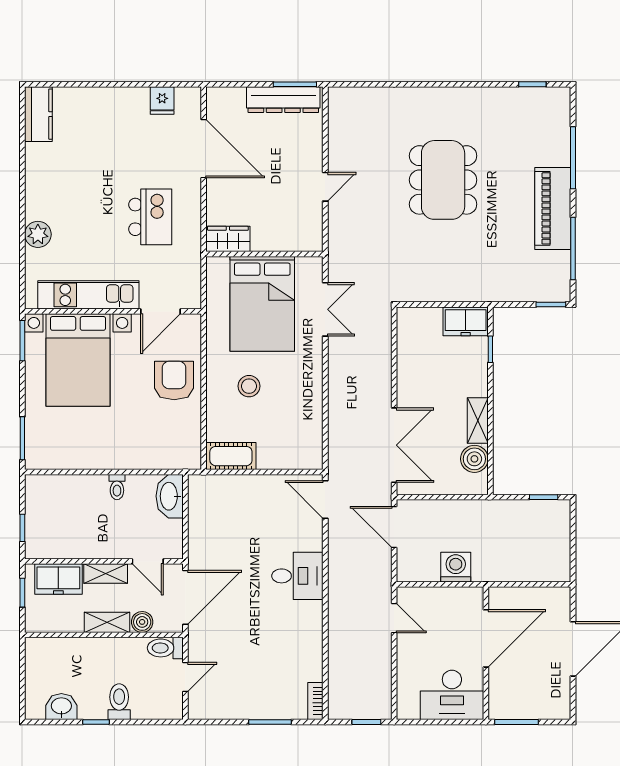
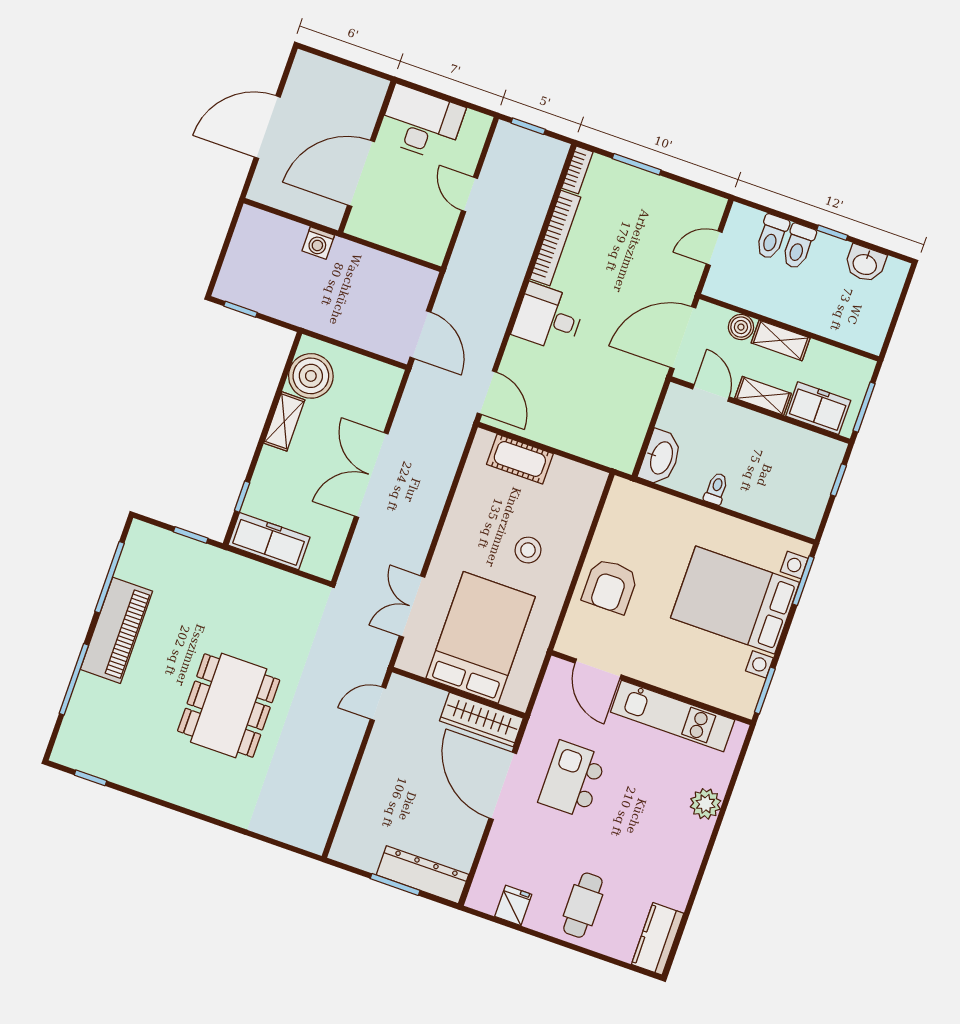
window: (295, 84) -> (395, 885), moved
dresser: (283, 100) -> (422, 875), moved
cafe table: (107, 120) -> (583, 905), added
door: (204, 149) -> (503, 786), moved
door: (325, 187) -> (378, 704), moved
wardrobe: (228, 239) -> (481, 719), width x1.50
window: (551, 305) -> (191, 535), moved
door: (160, 311) -> (598, 669), swing flipped
freezer: (466, 321) -> (269, 541), width x1.40
bed with nightstands: (78, 360) -> (735, 600), moved, turned -90
double door: (394, 445) -> (371, 475), moved
cot: (231, 456) -> (520, 459), moved
boiler: (474, 459) -> (311, 376), width x1.37, depth x1.37
washing machine: (456, 567) -> (318, 243), moved, width x0.73, depth x0.73
window: (22, 593) -> (864, 407), width x1.50
door: (394, 618) -> (469, 194), moved
bookcase: (314, 641) -> (555, 238), added
toilet: (165, 648) -> (772, 237), moved, turned 90
window: (517, 722) -> (359, 67), removed

